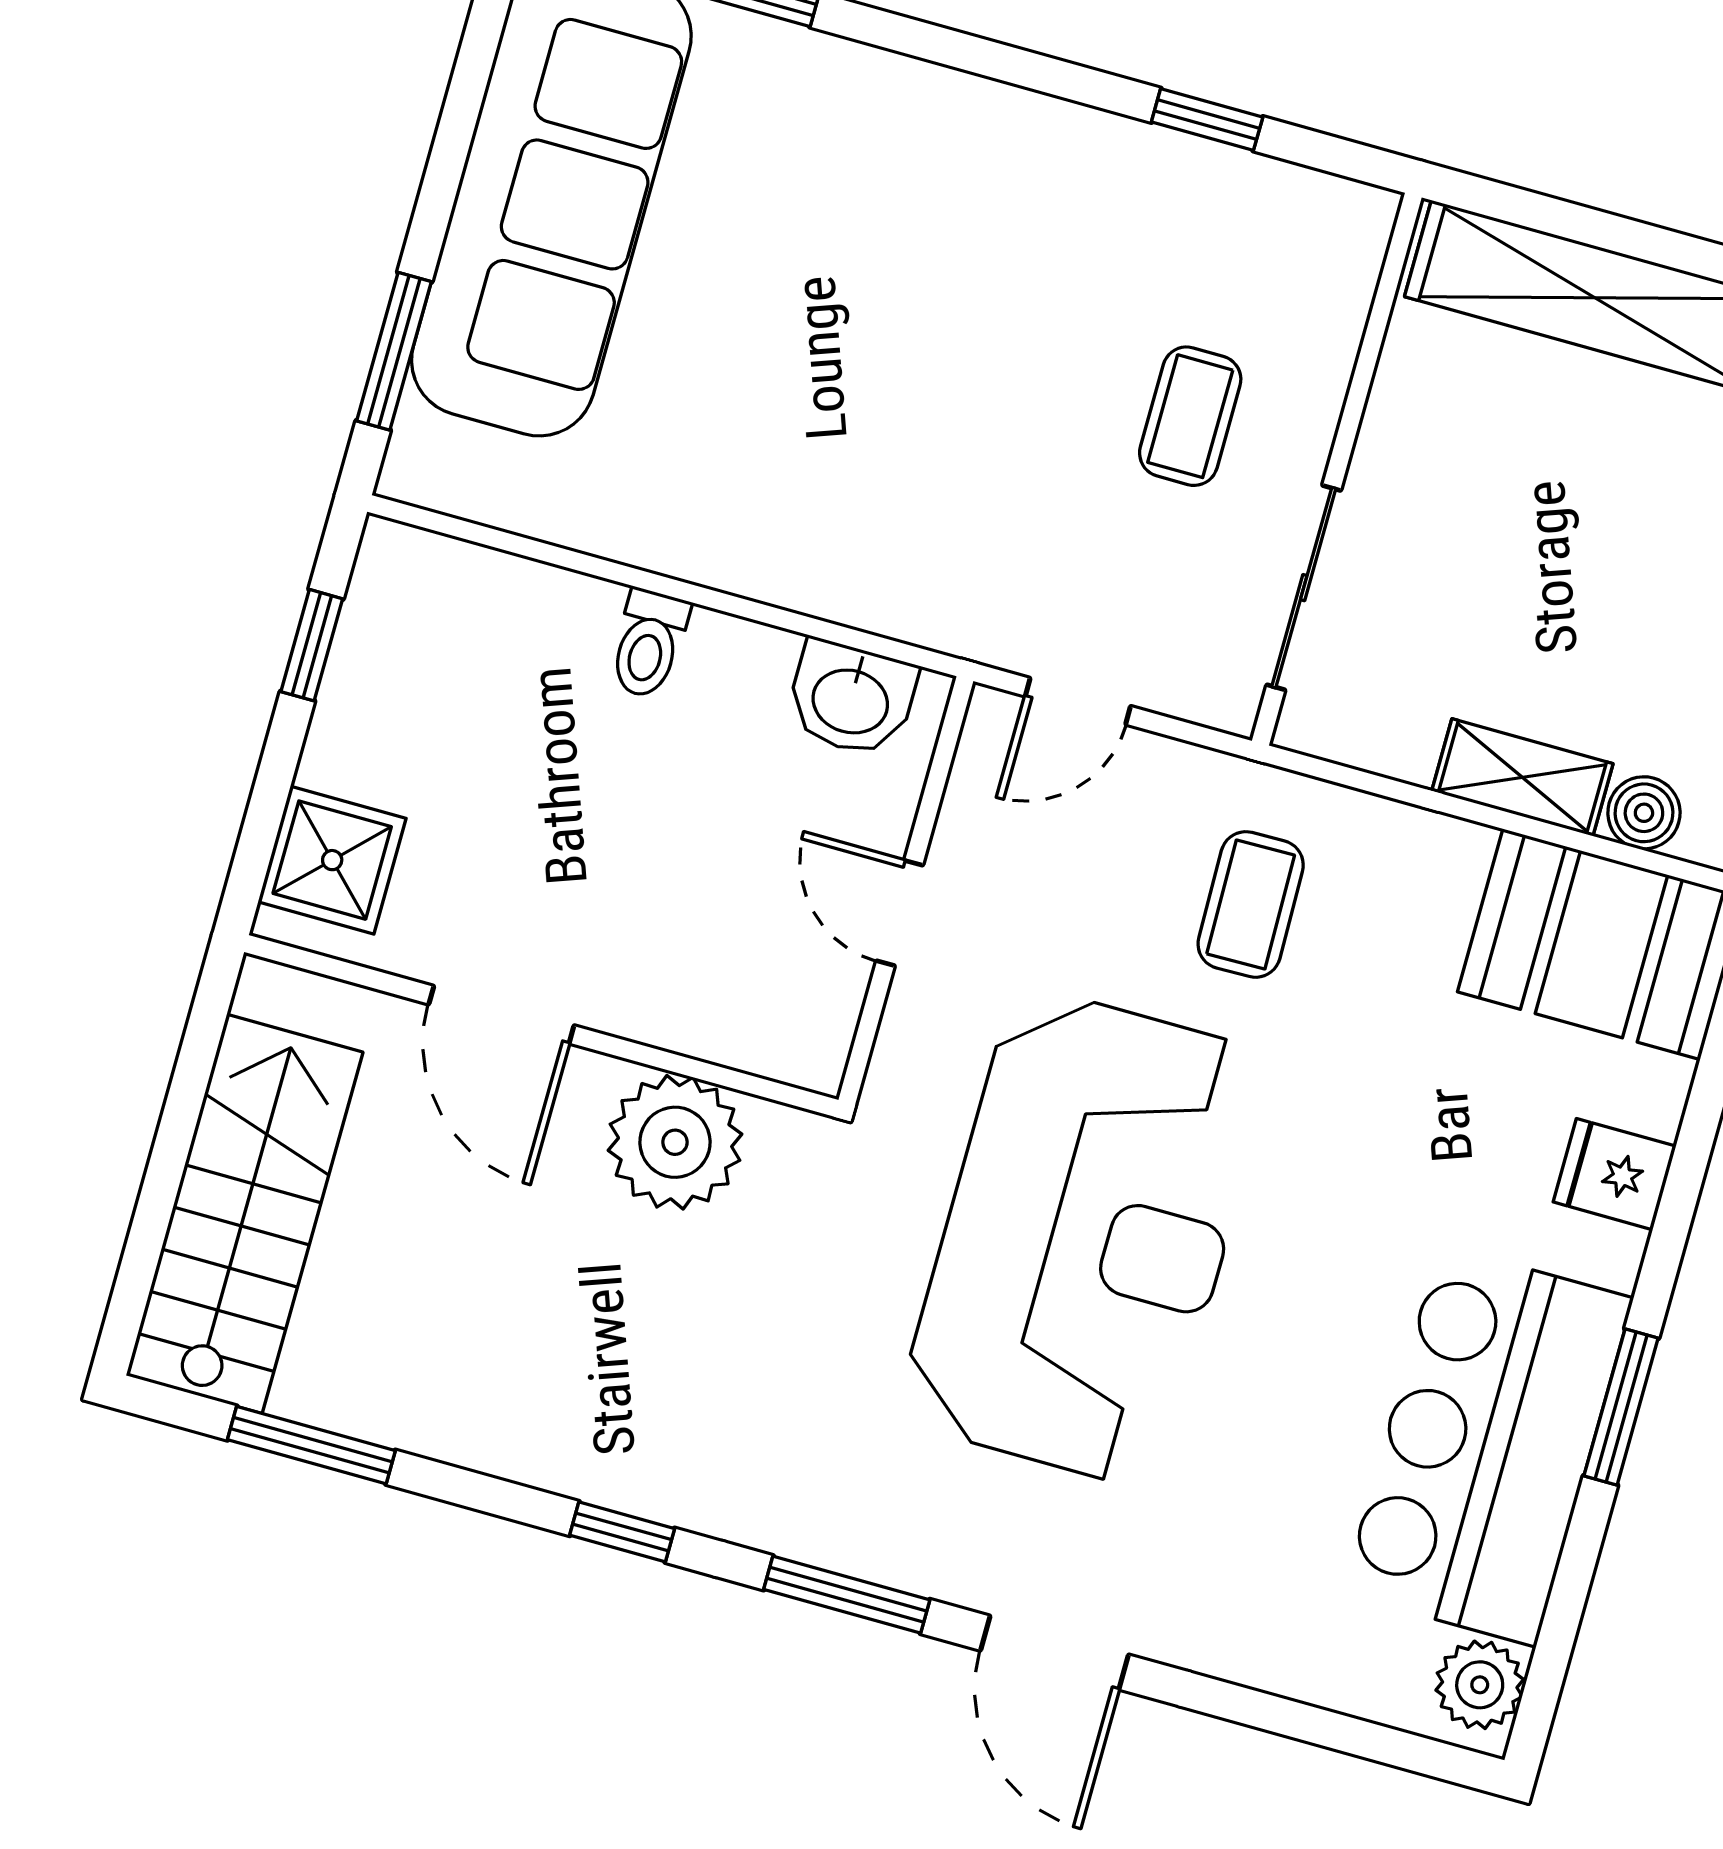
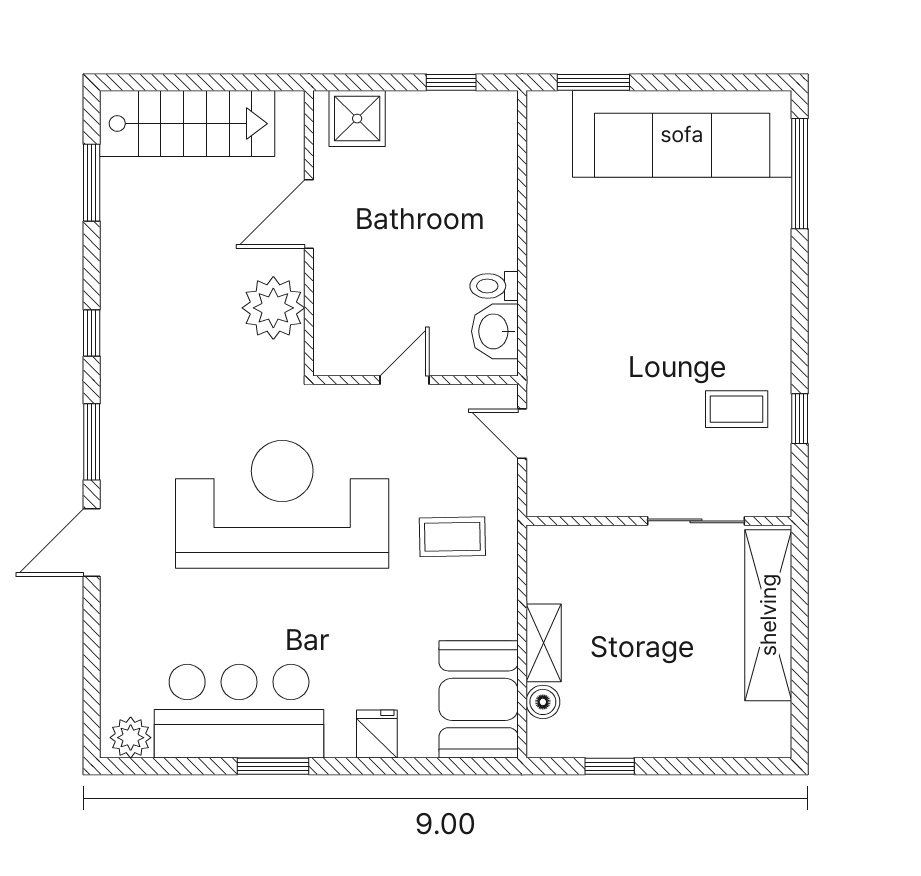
coffee table: (1190, 416) -> (737, 409), moved
sliding door: (1304, 588) -> (696, 521), moved
toilet: (649, 644) -> (494, 286), moved
reception desk: (1085, 1237) -> (282, 504), turned 180

